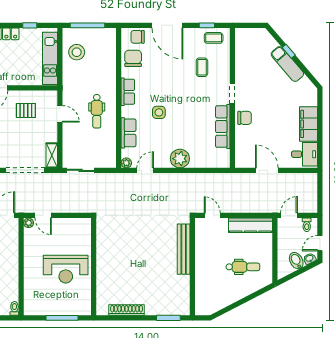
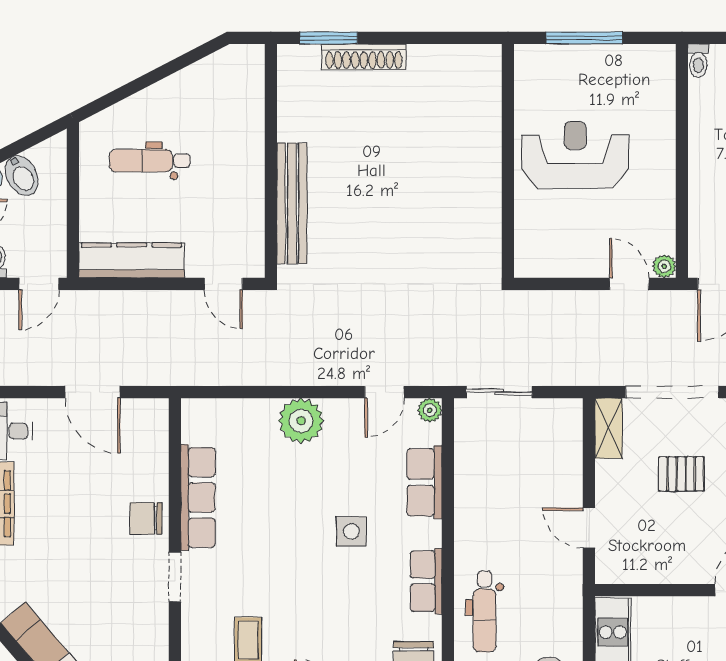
pallet: (26, 110) -> (681, 474), moved
dental chair: (97, 111) -> (485, 611), moved, turned 180
sliding door: (81, 170) -> (499, 392), moved
shoe rack: (127, 310) -> (364, 57), moved

